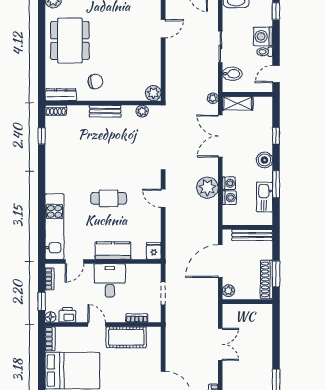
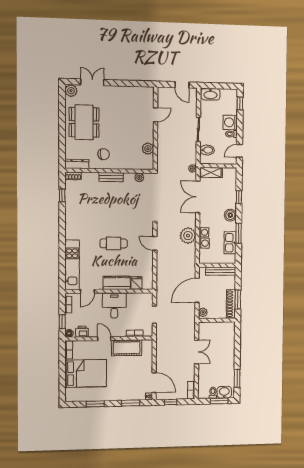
plant: (153, 93) -> (148, 149), moved
fridge: (154, 251) -> (136, 283), moved

